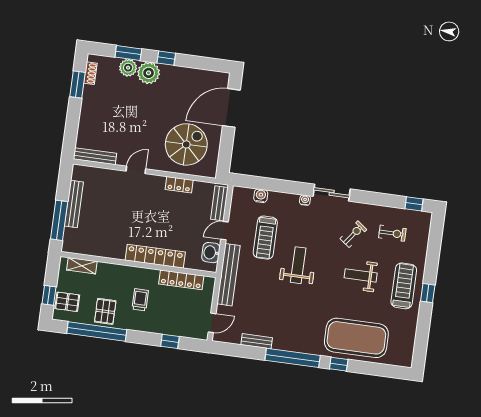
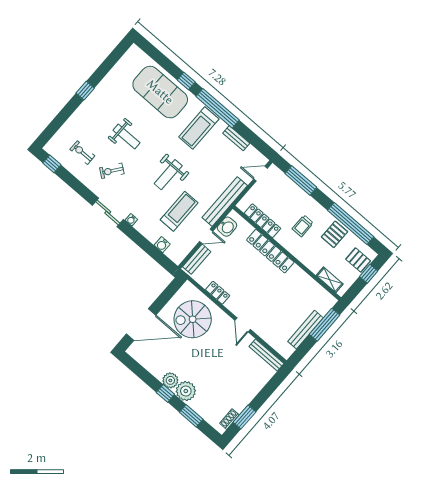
plant: (128, 68) -> (170, 380), moved
door: (136, 170) -> (243, 325), hinge flipped
treadmill: (404, 286) -> (199, 128), moved
window: (170, 341) -> (301, 180), width x2.17

